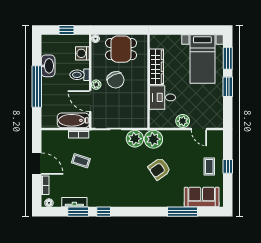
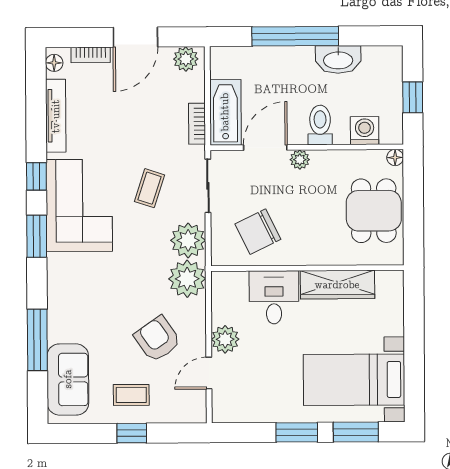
chair: (116, 80) -> (258, 232), moved
plant: (47, 139) -> (186, 59), added
coffee table: (81, 161) -> (150, 188), moved
armchair: (159, 169) -> (157, 339), moved
corner sofa: (118, 191) -> (79, 205), added
tv unit: (74, 202) -> (56, 116), width x1.41
window: (78, 212) -> (37, 236), moved

